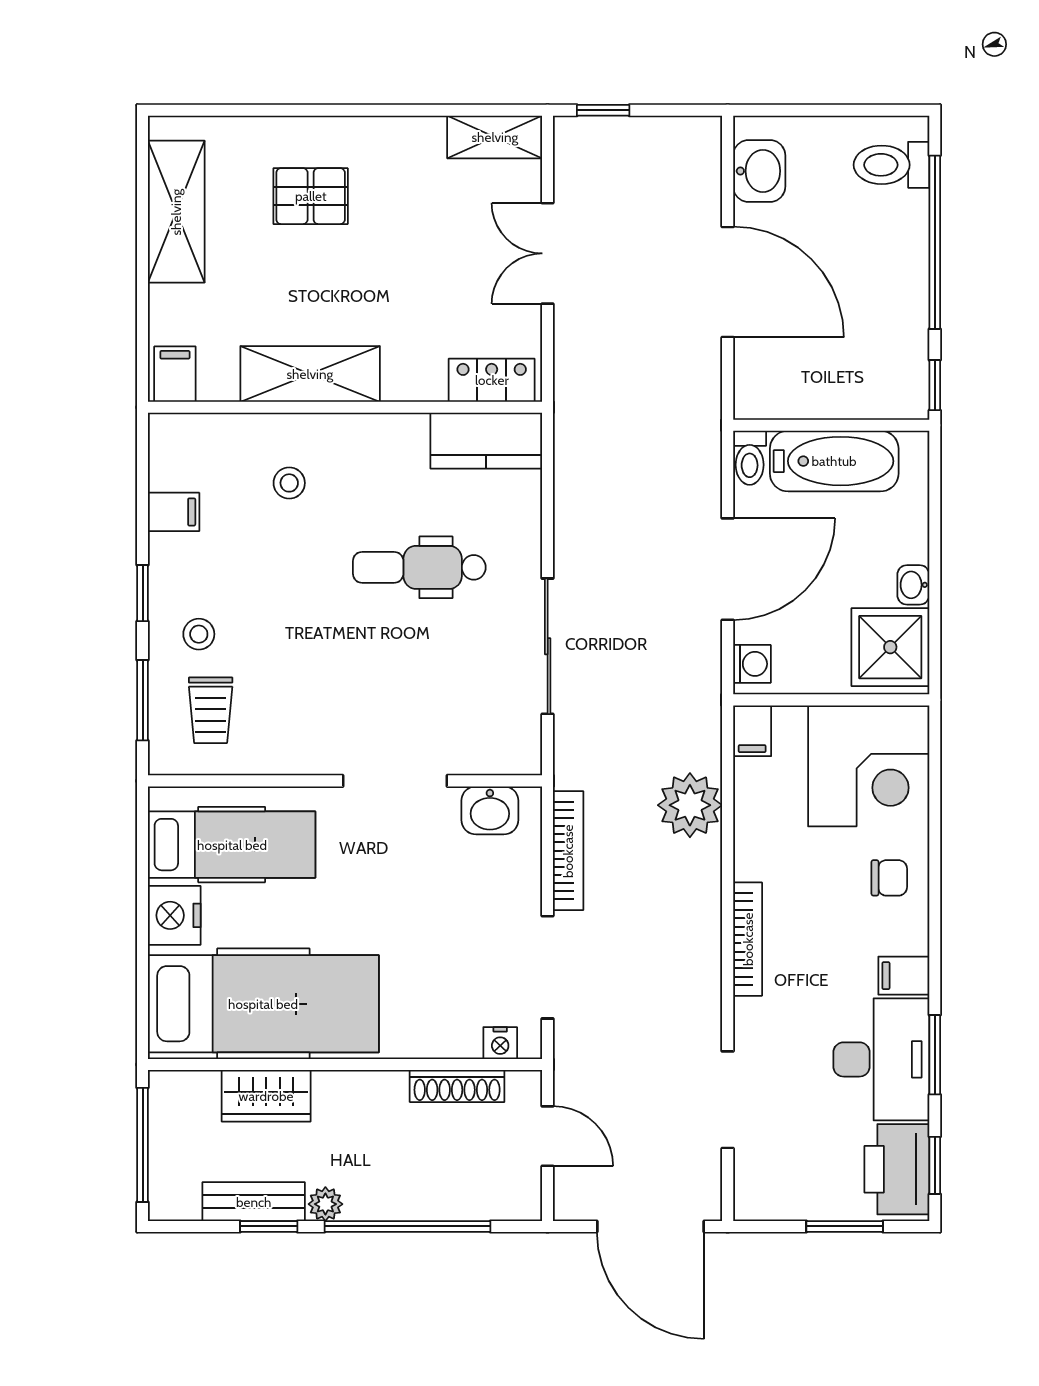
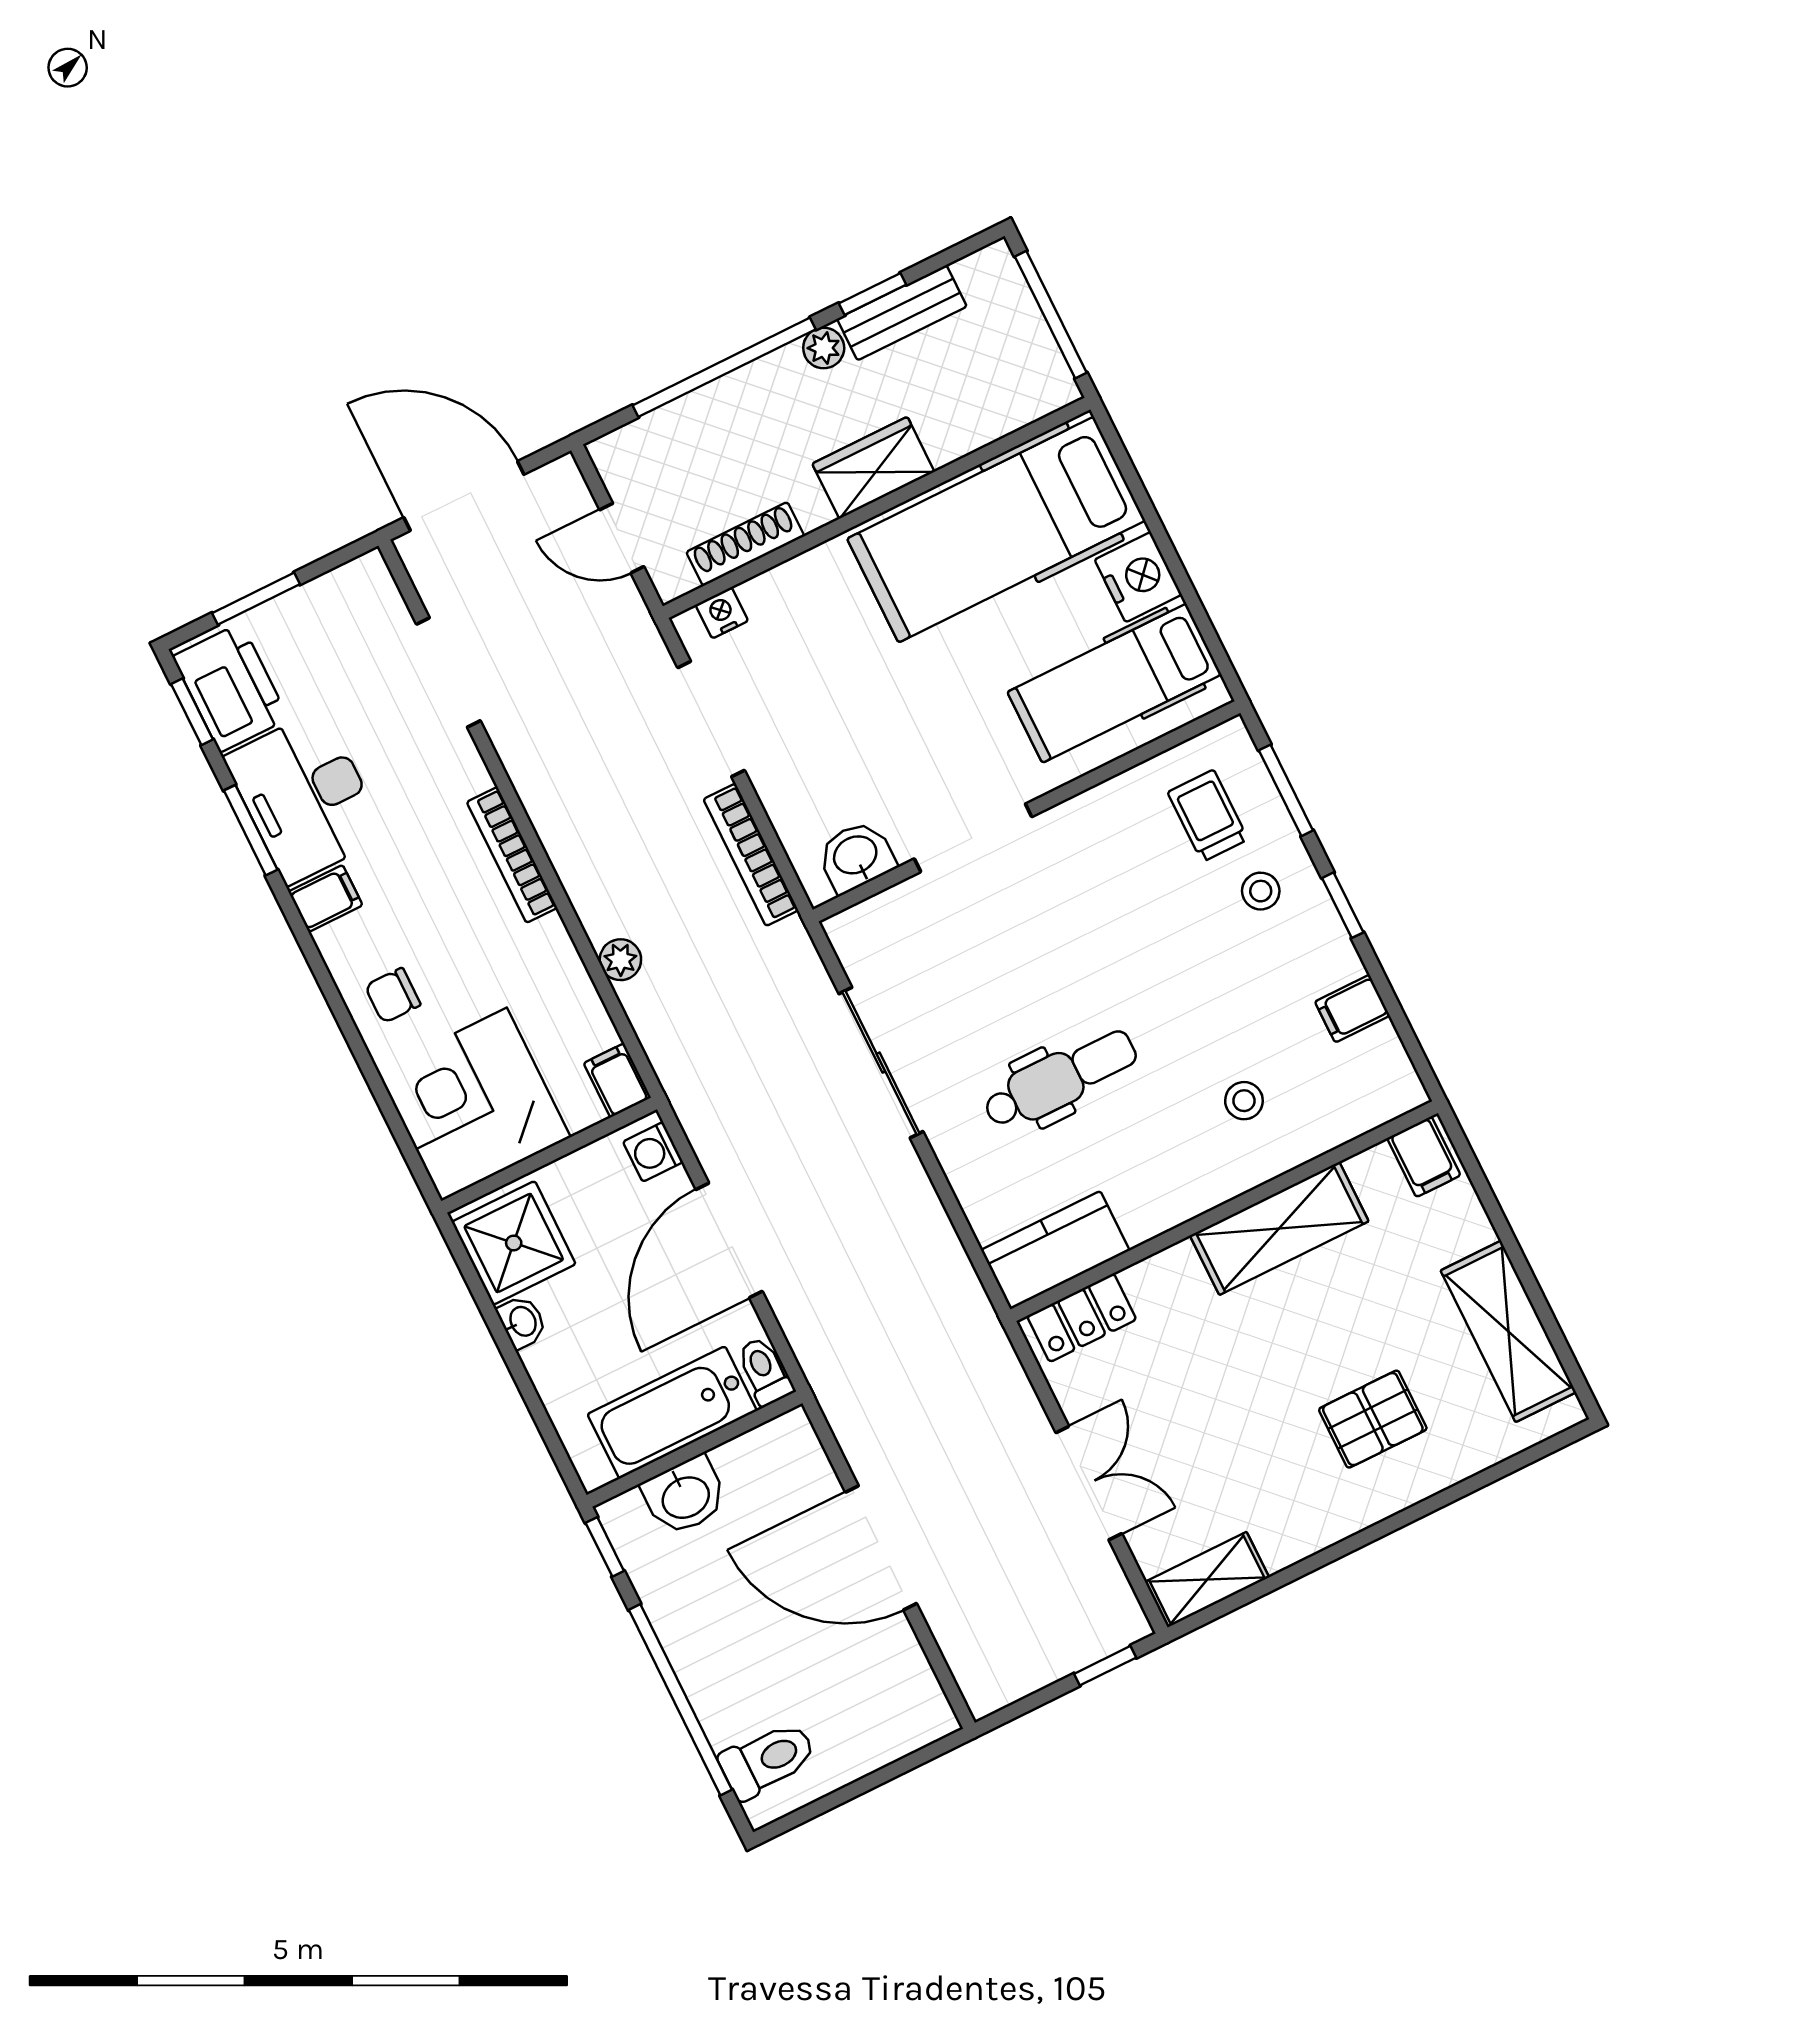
washbasin: (759, 171) -> (685, 1496), moved, turned -90
plant: (690, 805) -> (620, 960), width x0.53, depth x0.53
wardrobe: (266, 1096) -> (873, 468), moved

